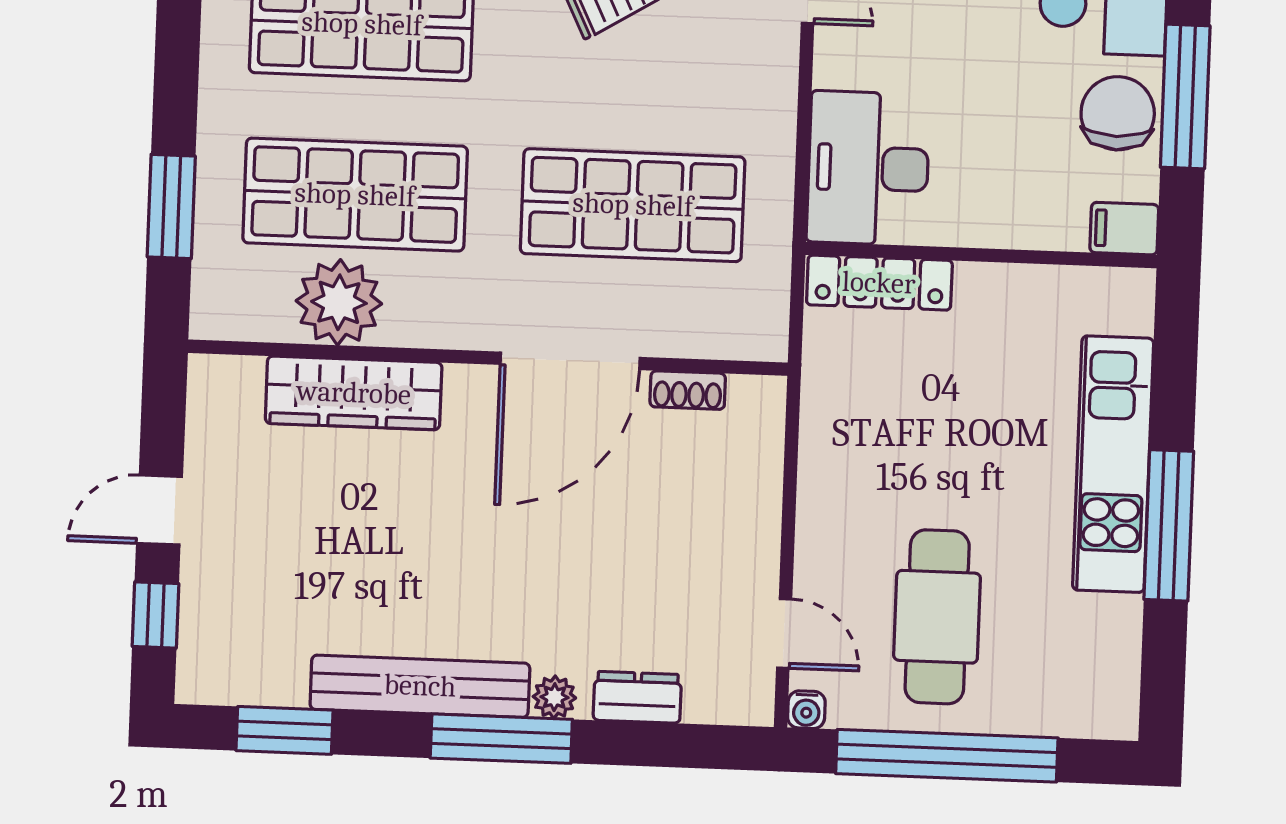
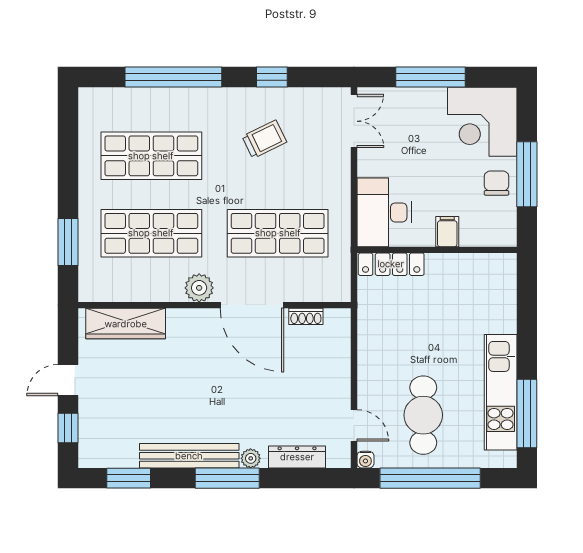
chair: (1118, 113) -> (497, 183), width x0.73, depth x0.73
filing cabinet: (1124, 229) -> (447, 232), moved, turned 90
plant: (339, 302) -> (199, 288), moved, width x0.73, depth x0.73
door: (570, 361) -> (252, 305), hinge flipped
wardrobe: (354, 393) -> (126, 324), moved
kitchen unit: (1113, 464) -> (501, 392), moved
window: (1169, 525) -> (527, 414), moved
dresser: (637, 697) -> (297, 457), width x1.44

